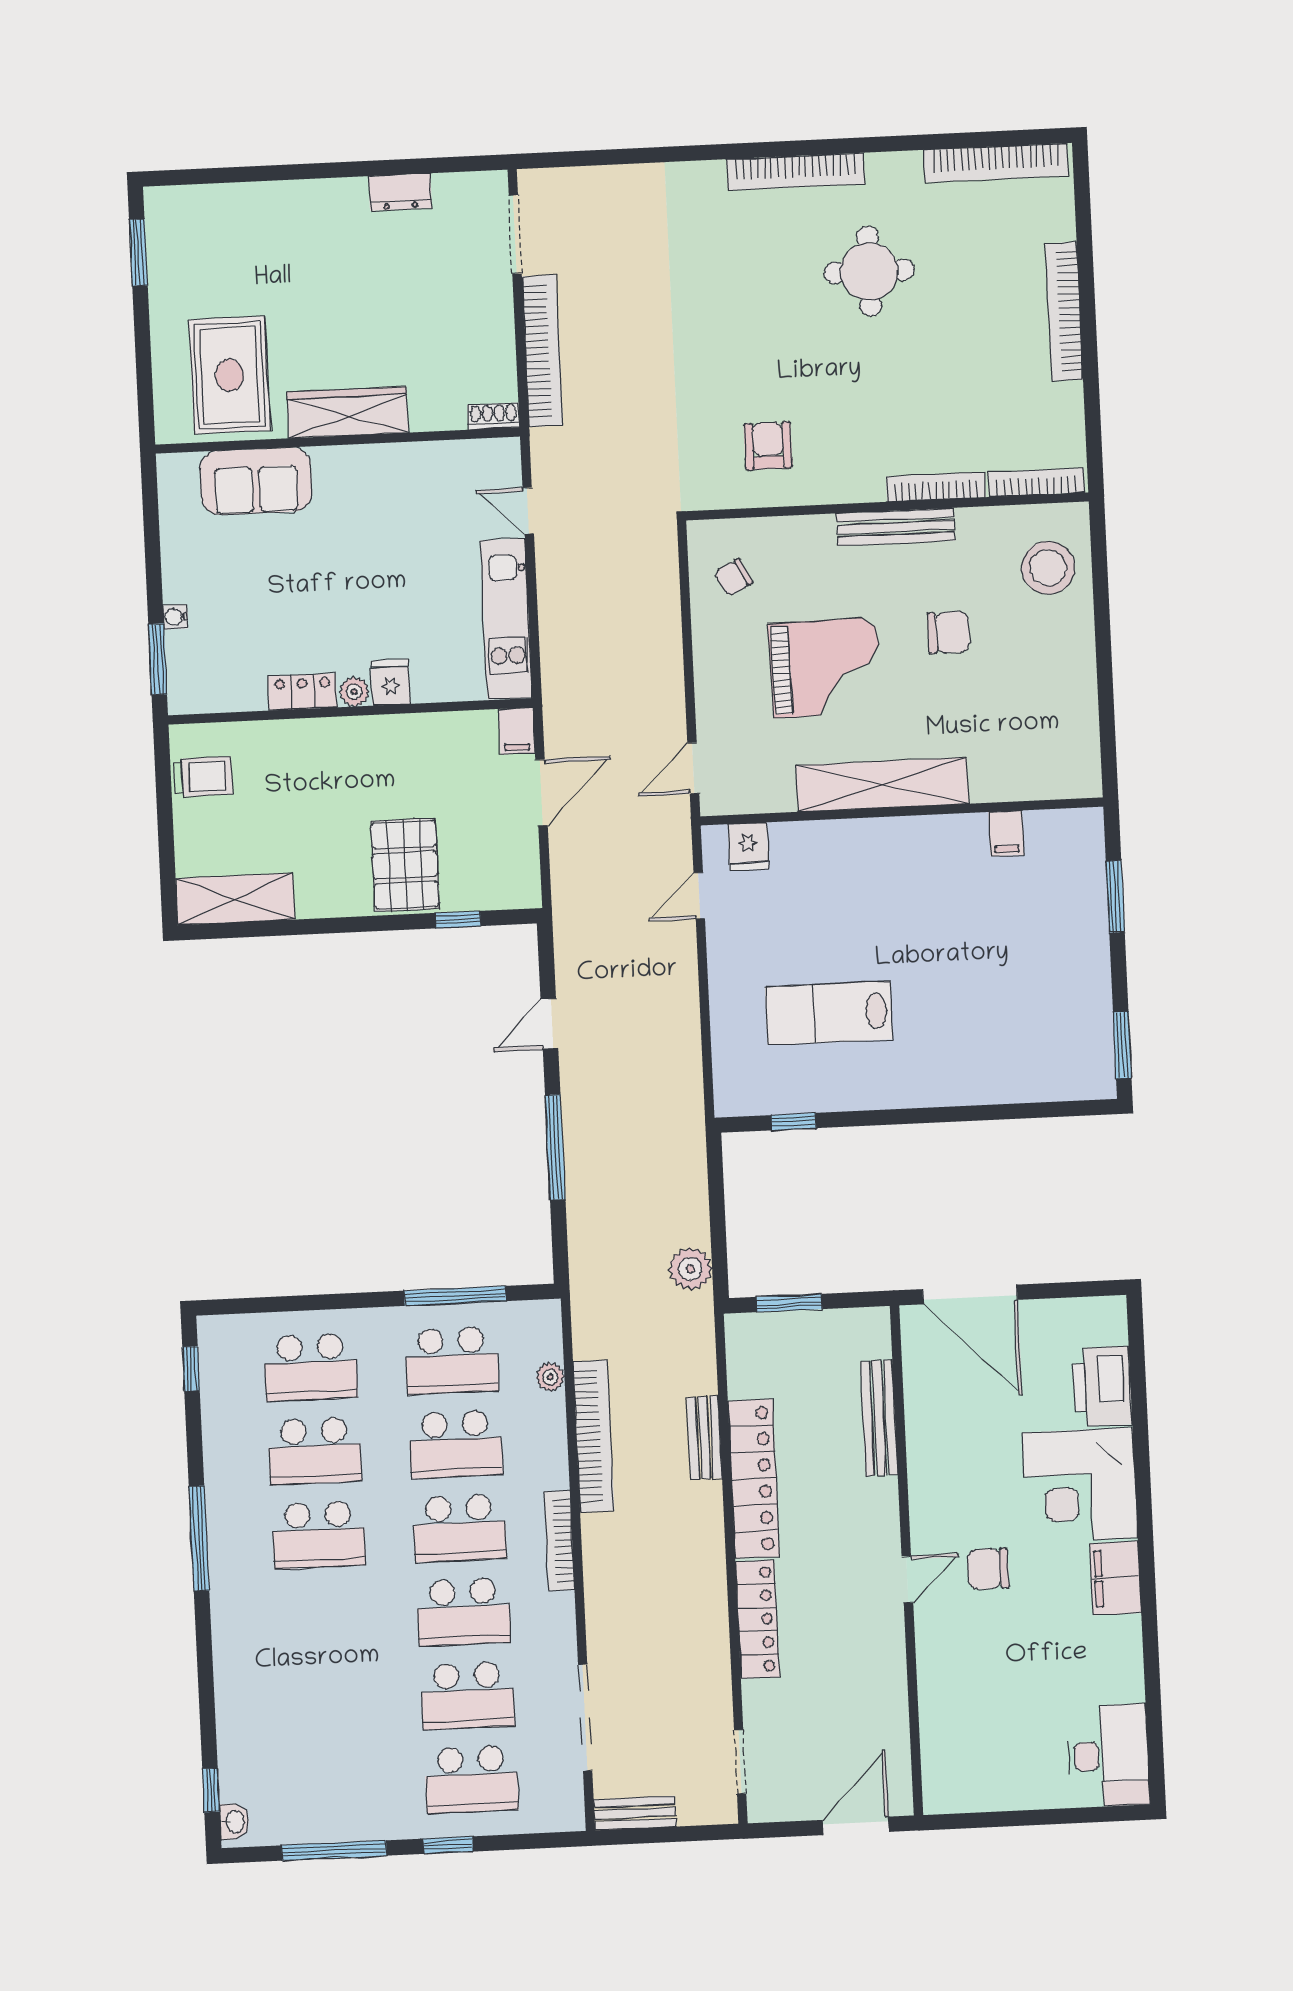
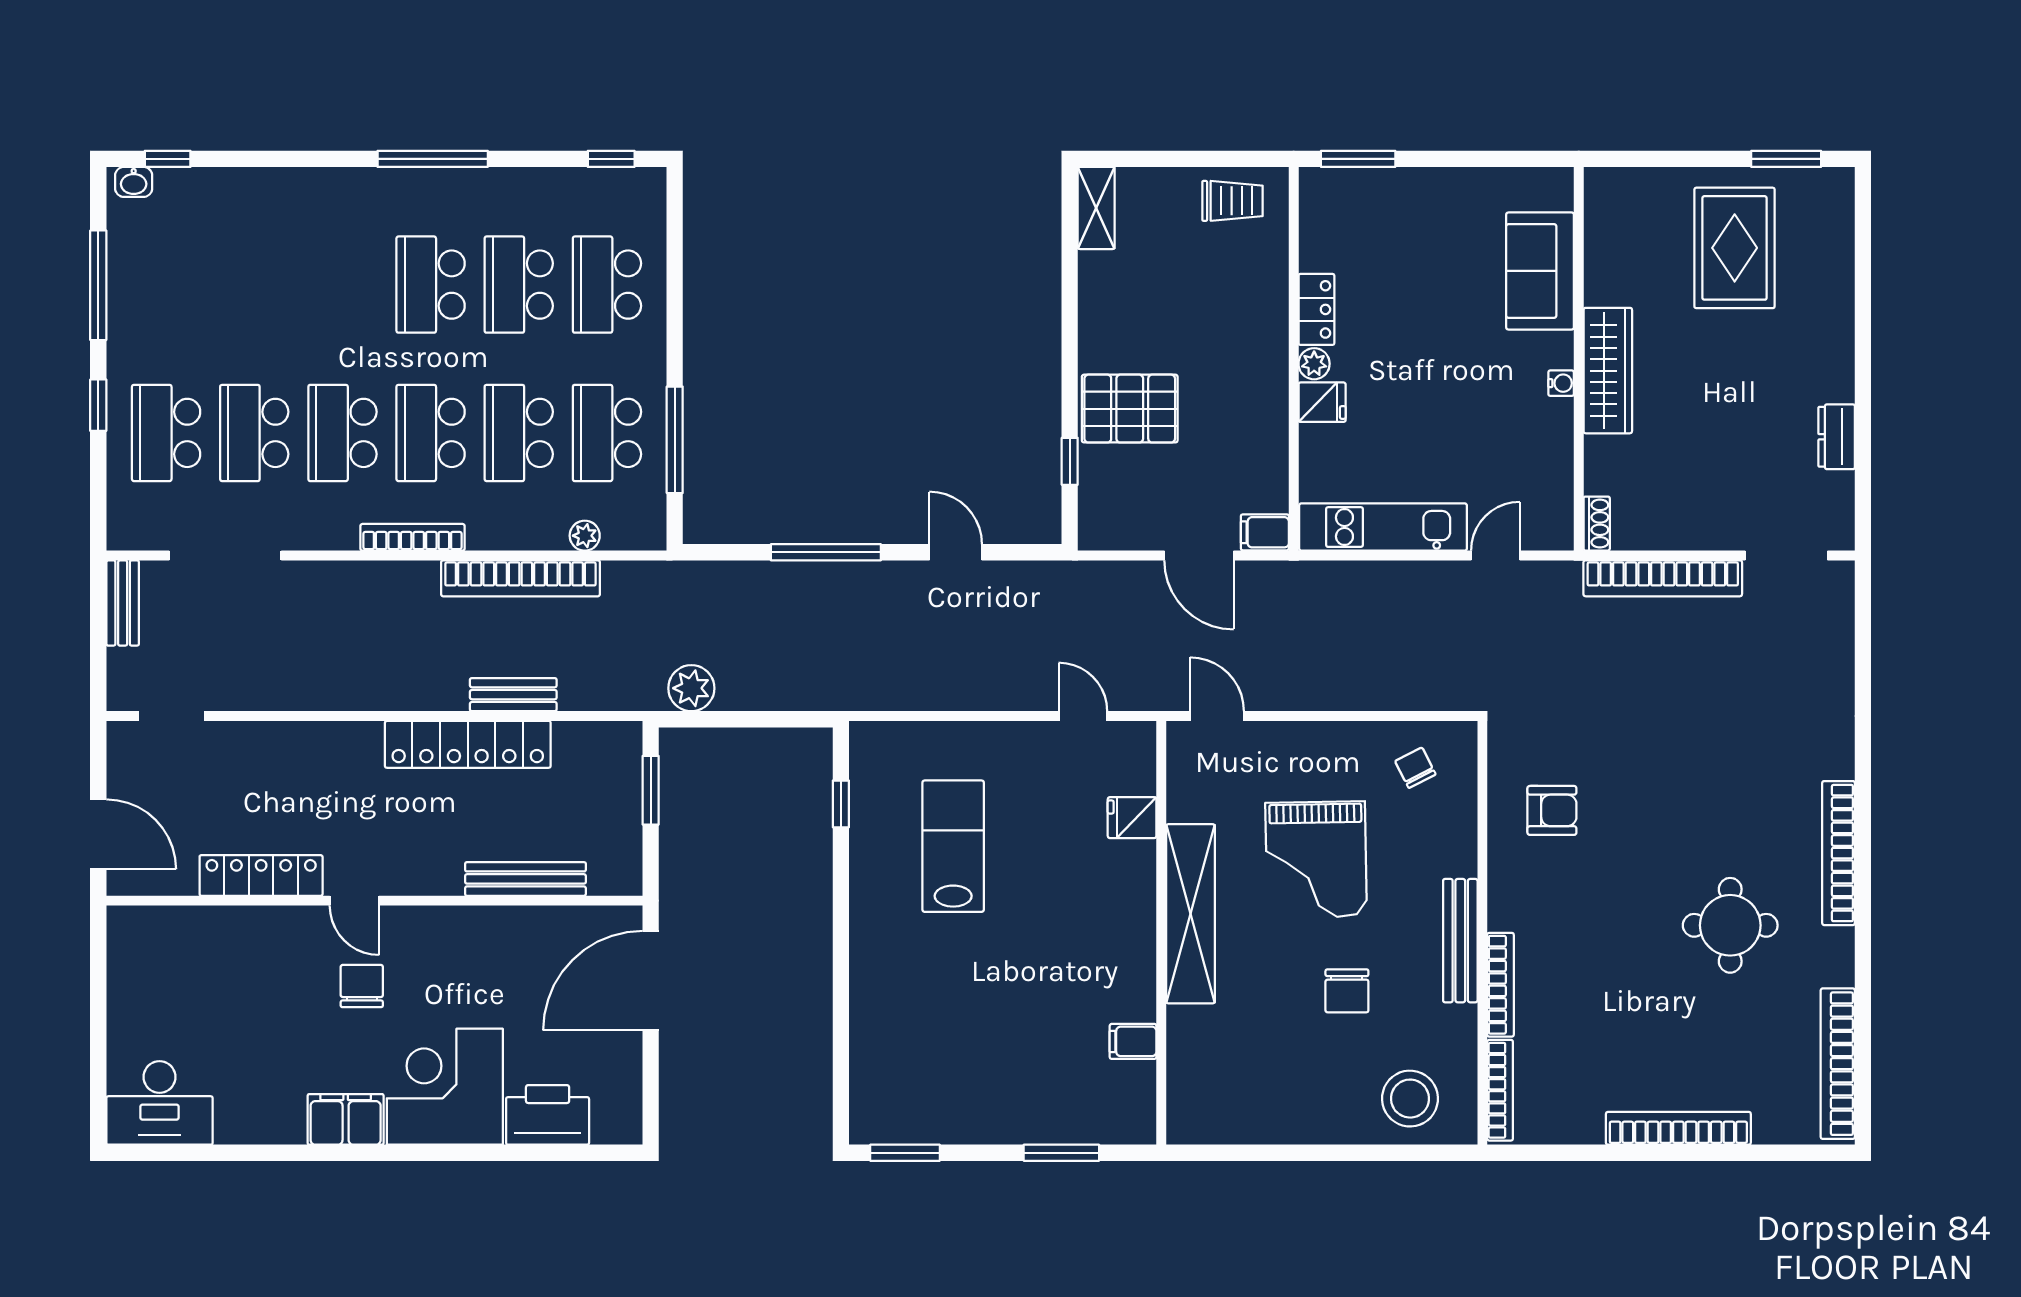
rug: (230, 375) -> (1735, 248), moved, turned 90
water cooler: (175, 617) -> (1561, 383), moved, turned 90
trolley: (203, 777) -> (1232, 201), turned -90
fridge: (748, 846) -> (1132, 818), moved
shelving: (235, 899) -> (1096, 208), width x0.67, depth x0.75
locker: (757, 1619) -> (261, 875), moved, turned 180

